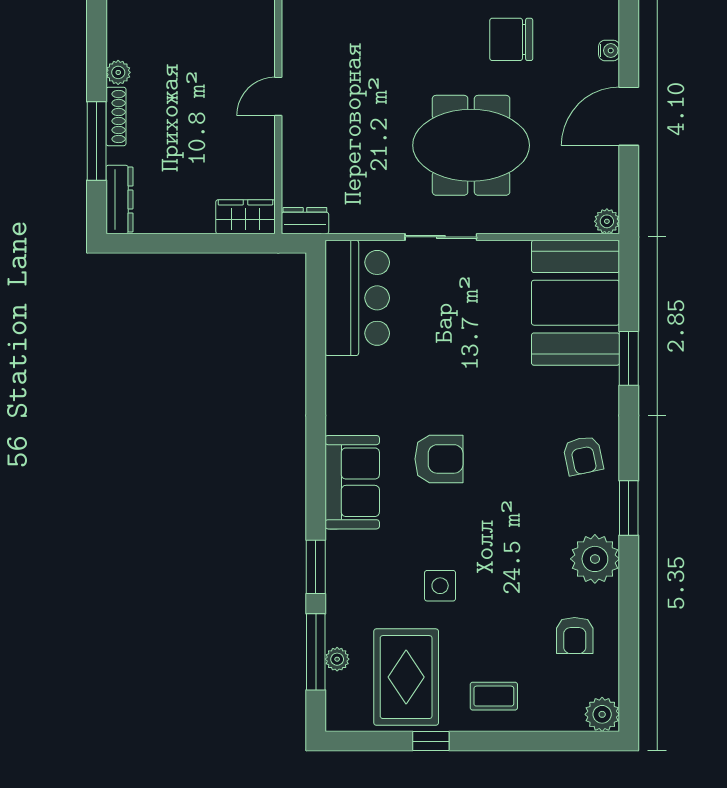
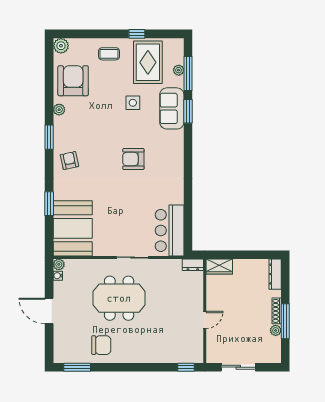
water cooler: (609, 51) -> (58, 276), moved
door: (629, 116) -> (49, 311), swing flipped
window: (97, 141) -> (285, 321), moved
sofa: (352, 482) -> (172, 108), moved
plant: (595, 559) -> (59, 110), width x0.53, depth x0.53
armchair: (575, 635) -> (73, 81), width x1.88, depth x1.88

